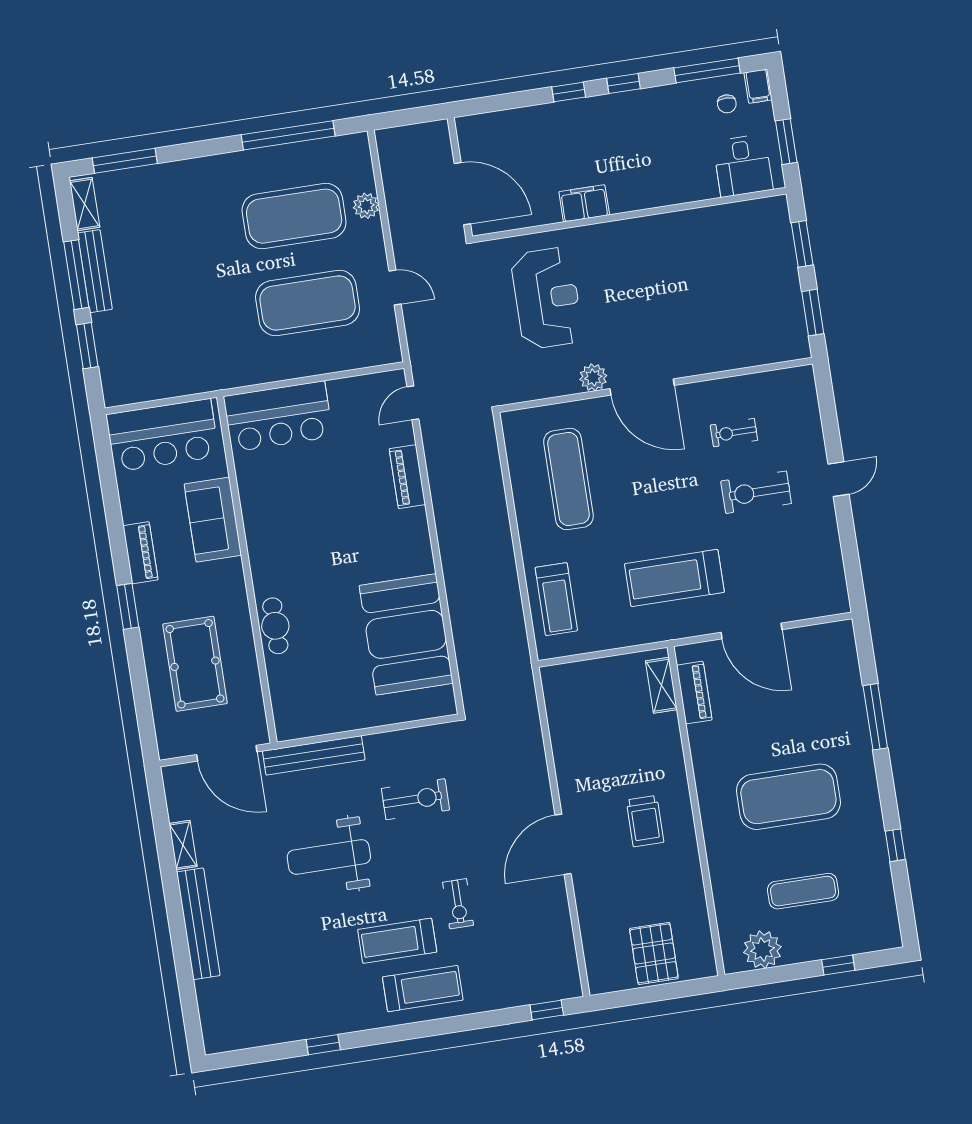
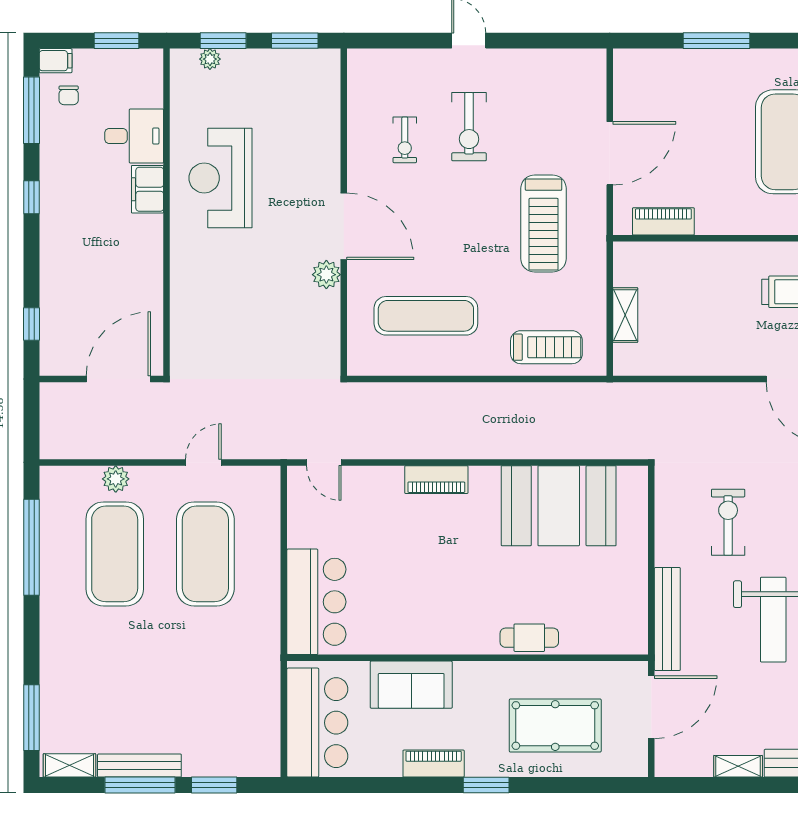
window: (569, 92) -> (32, 324), moved
chair: (727, 104) -> (69, 95), turned 90
desk: (743, 166) -> (134, 136), moved
filing cabinet: (584, 203) -> (147, 189), moved
plant: (783, 234) -> (210, 59), added
reception desk: (547, 298) -> (220, 178), moved, turned -90
door: (642, 387) -> (344, 226), hinge flipped
piano: (407, 477) -> (436, 480), moved
shelving: (661, 685) -> (625, 315), moved, turned 90

